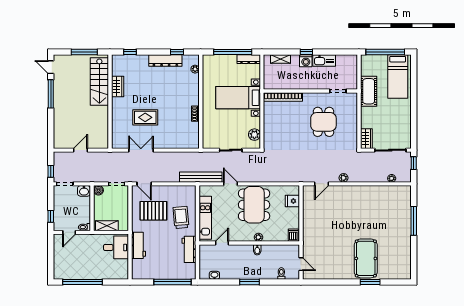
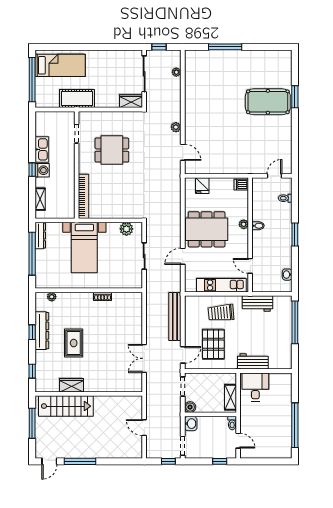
window: (177, 52) -> (32, 332), moved
rug: (145, 117) -> (74, 343), moved
bench: (201, 177) -> (175, 316), moved

